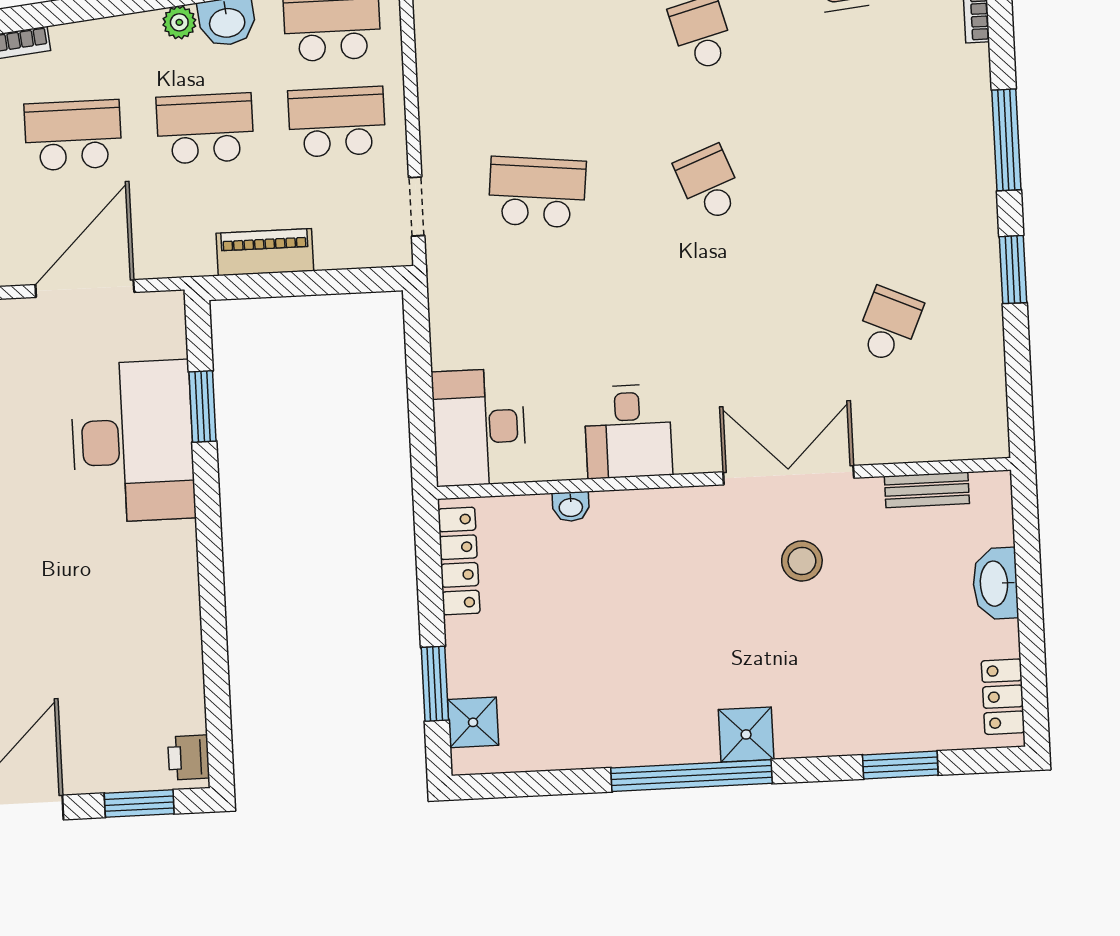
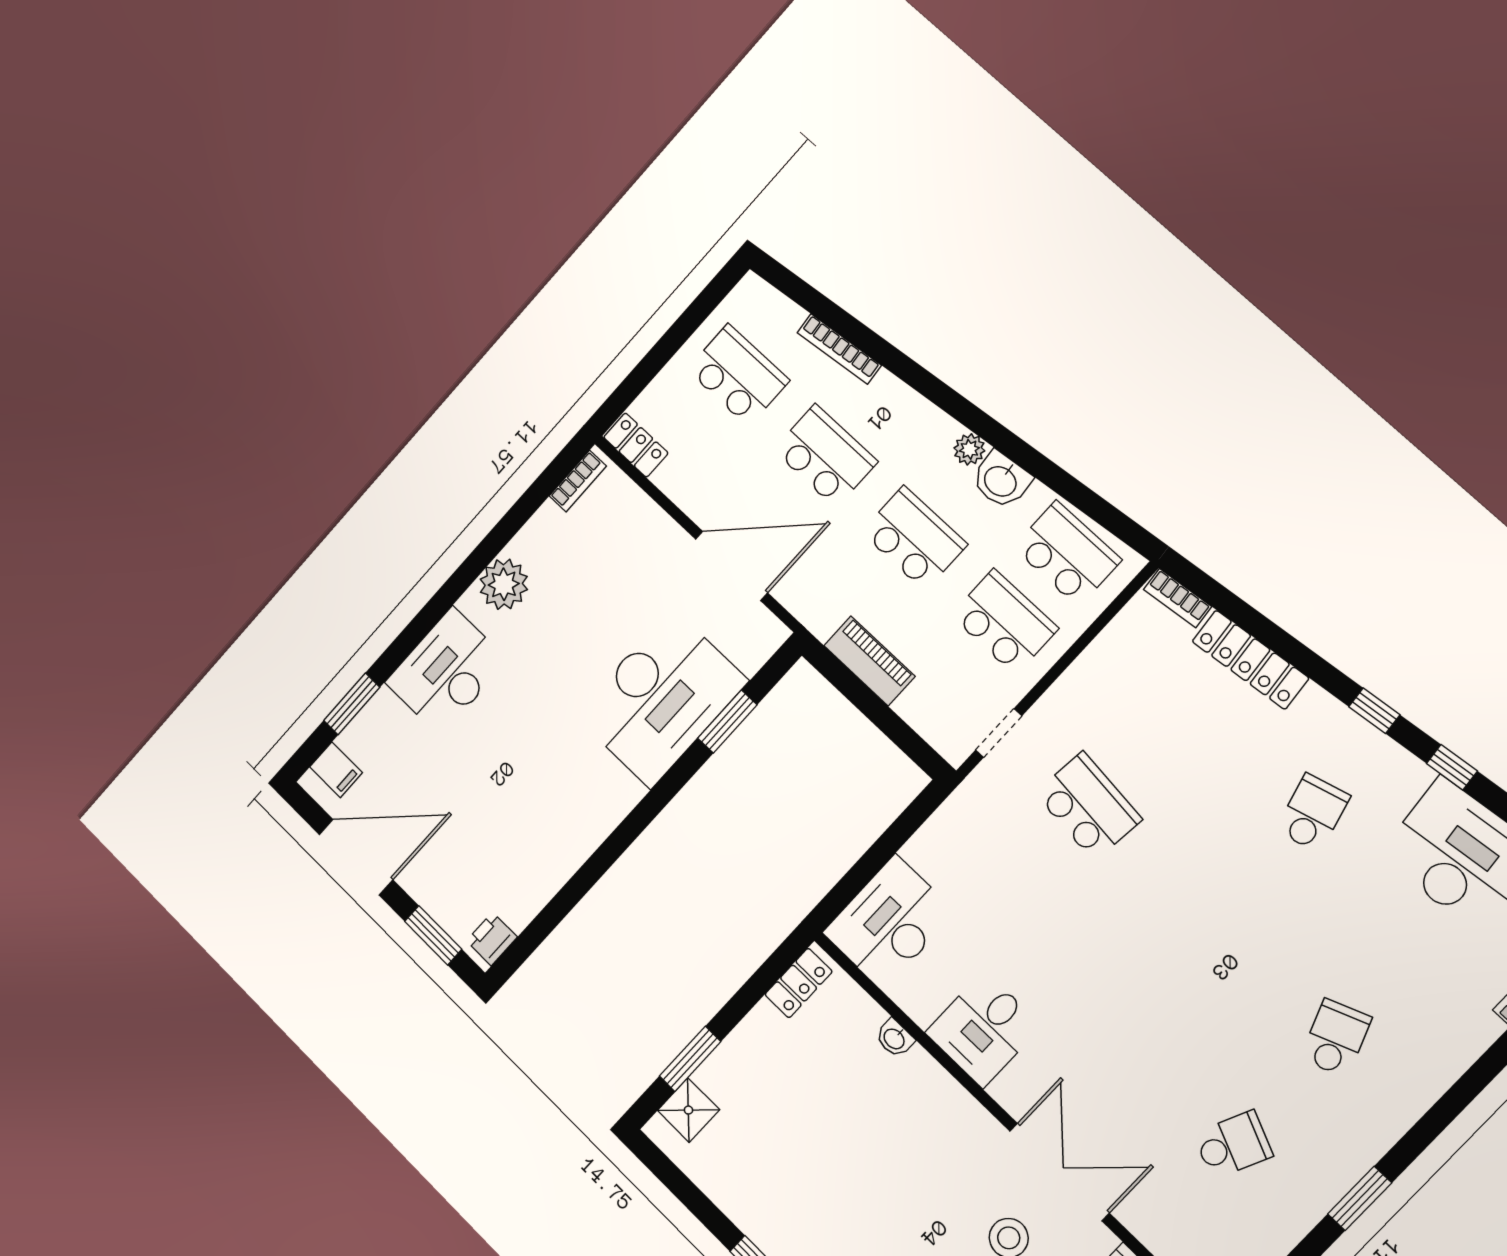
window: (1006, 140) -> (1450, 1106), removed
school desk: (709, 183) -> (1336, 1038), moved
locker: (459, 561) -> (799, 983), width x0.66

